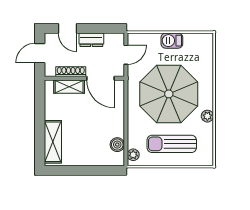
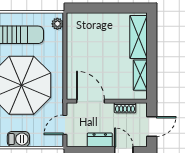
shoe rack: (71, 72) -> (125, 108), width x0.70
shelving: (69, 87) -> (140, 75), moved, turned 90
boiler: (117, 145) -> (74, 34), removed

